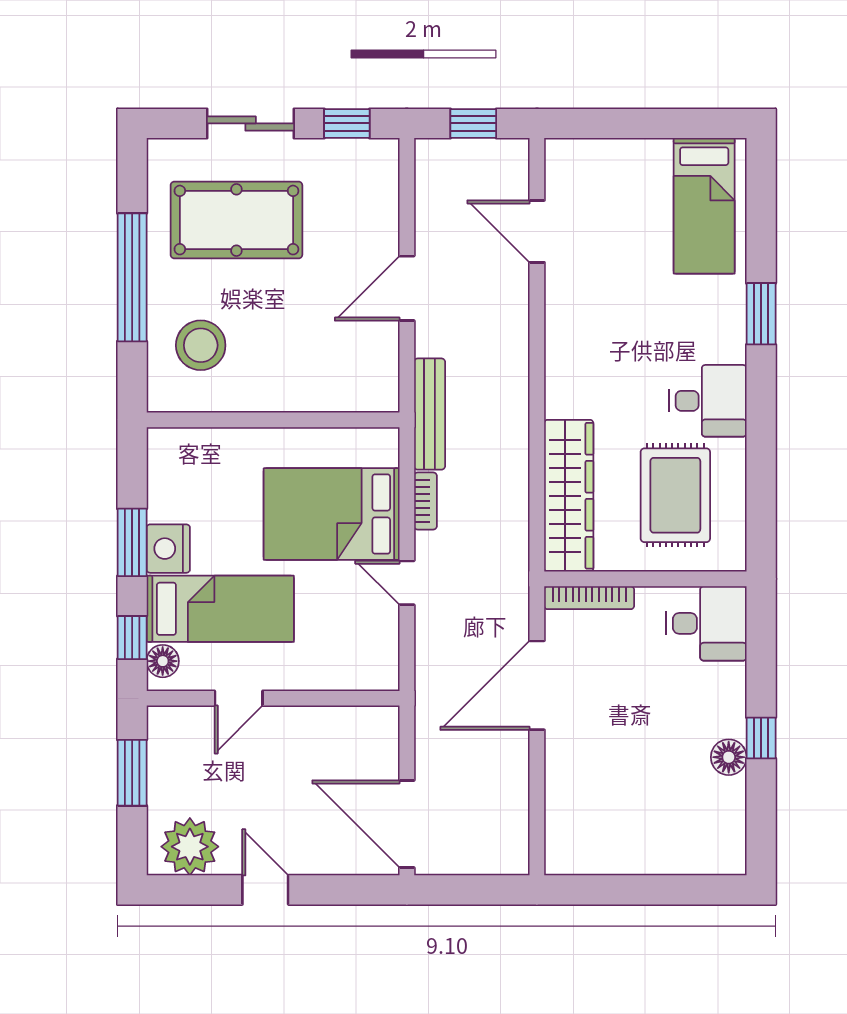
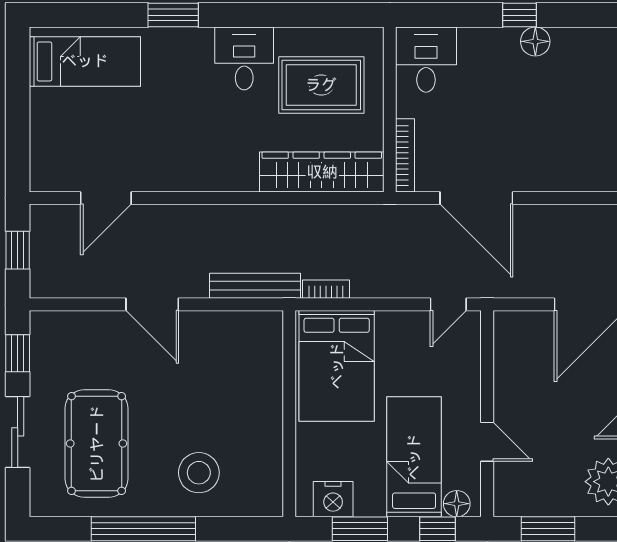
wall: (273, 420) -> (289, 414), moved
nightstand: (168, 549) -> (333, 499), moved
door: (407, 583) -> (448, 304), moved

